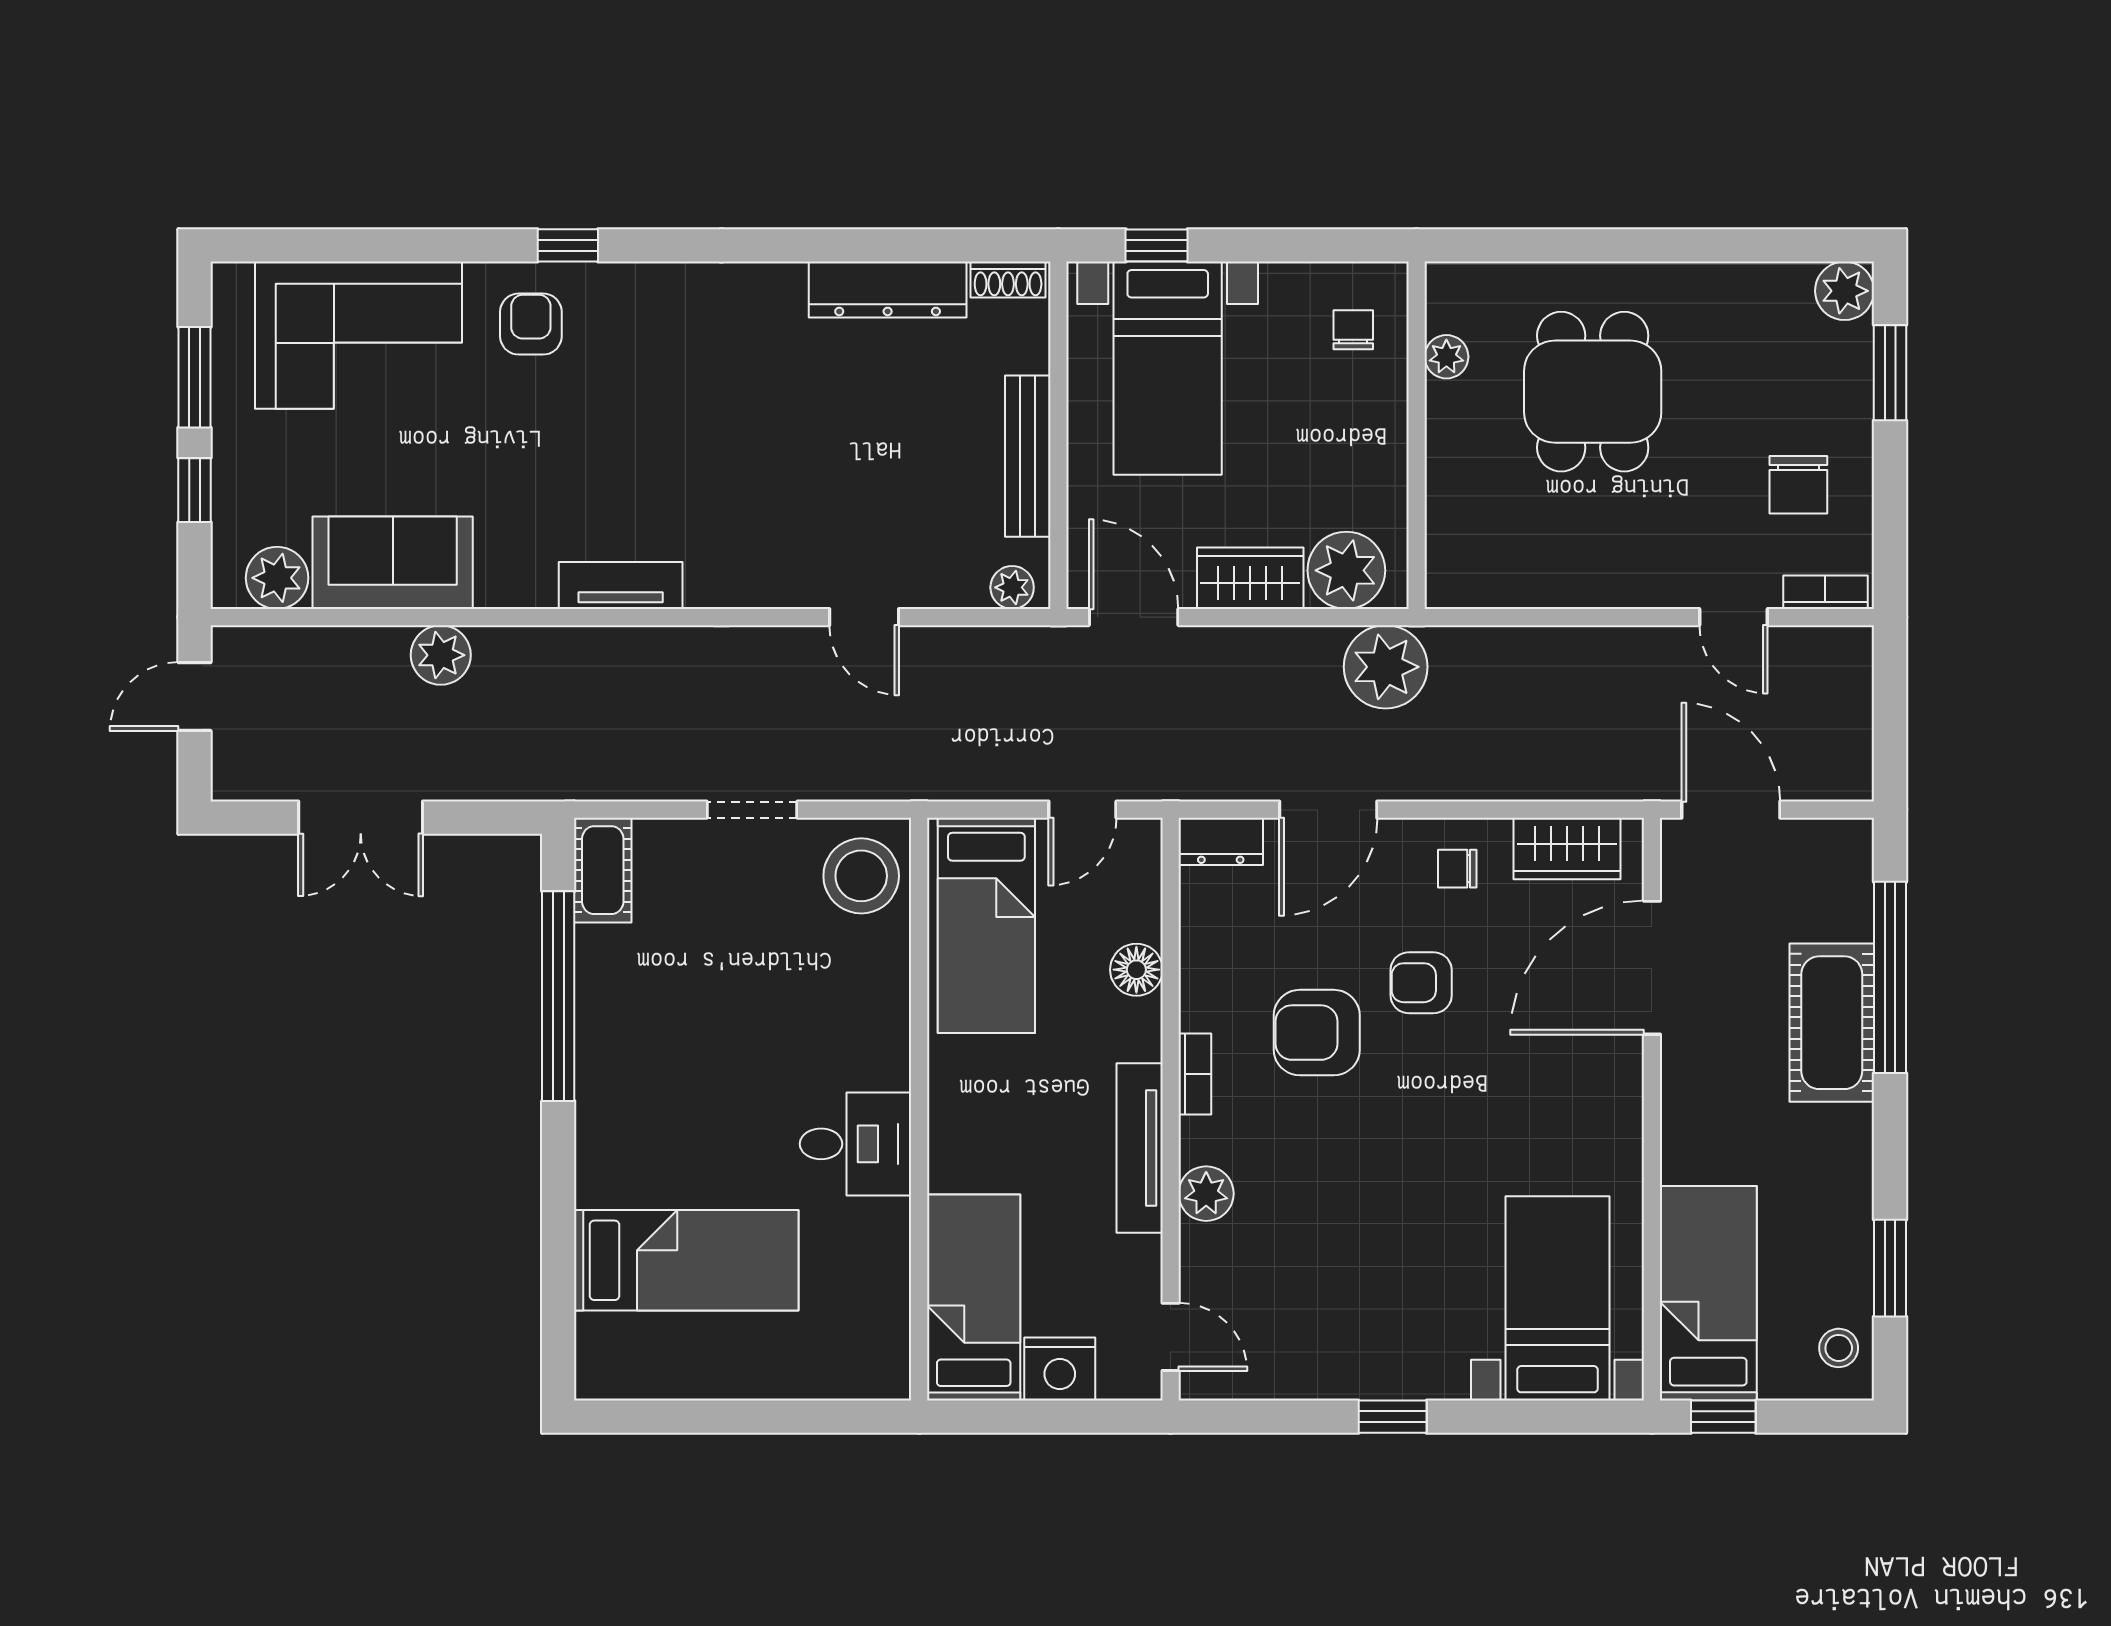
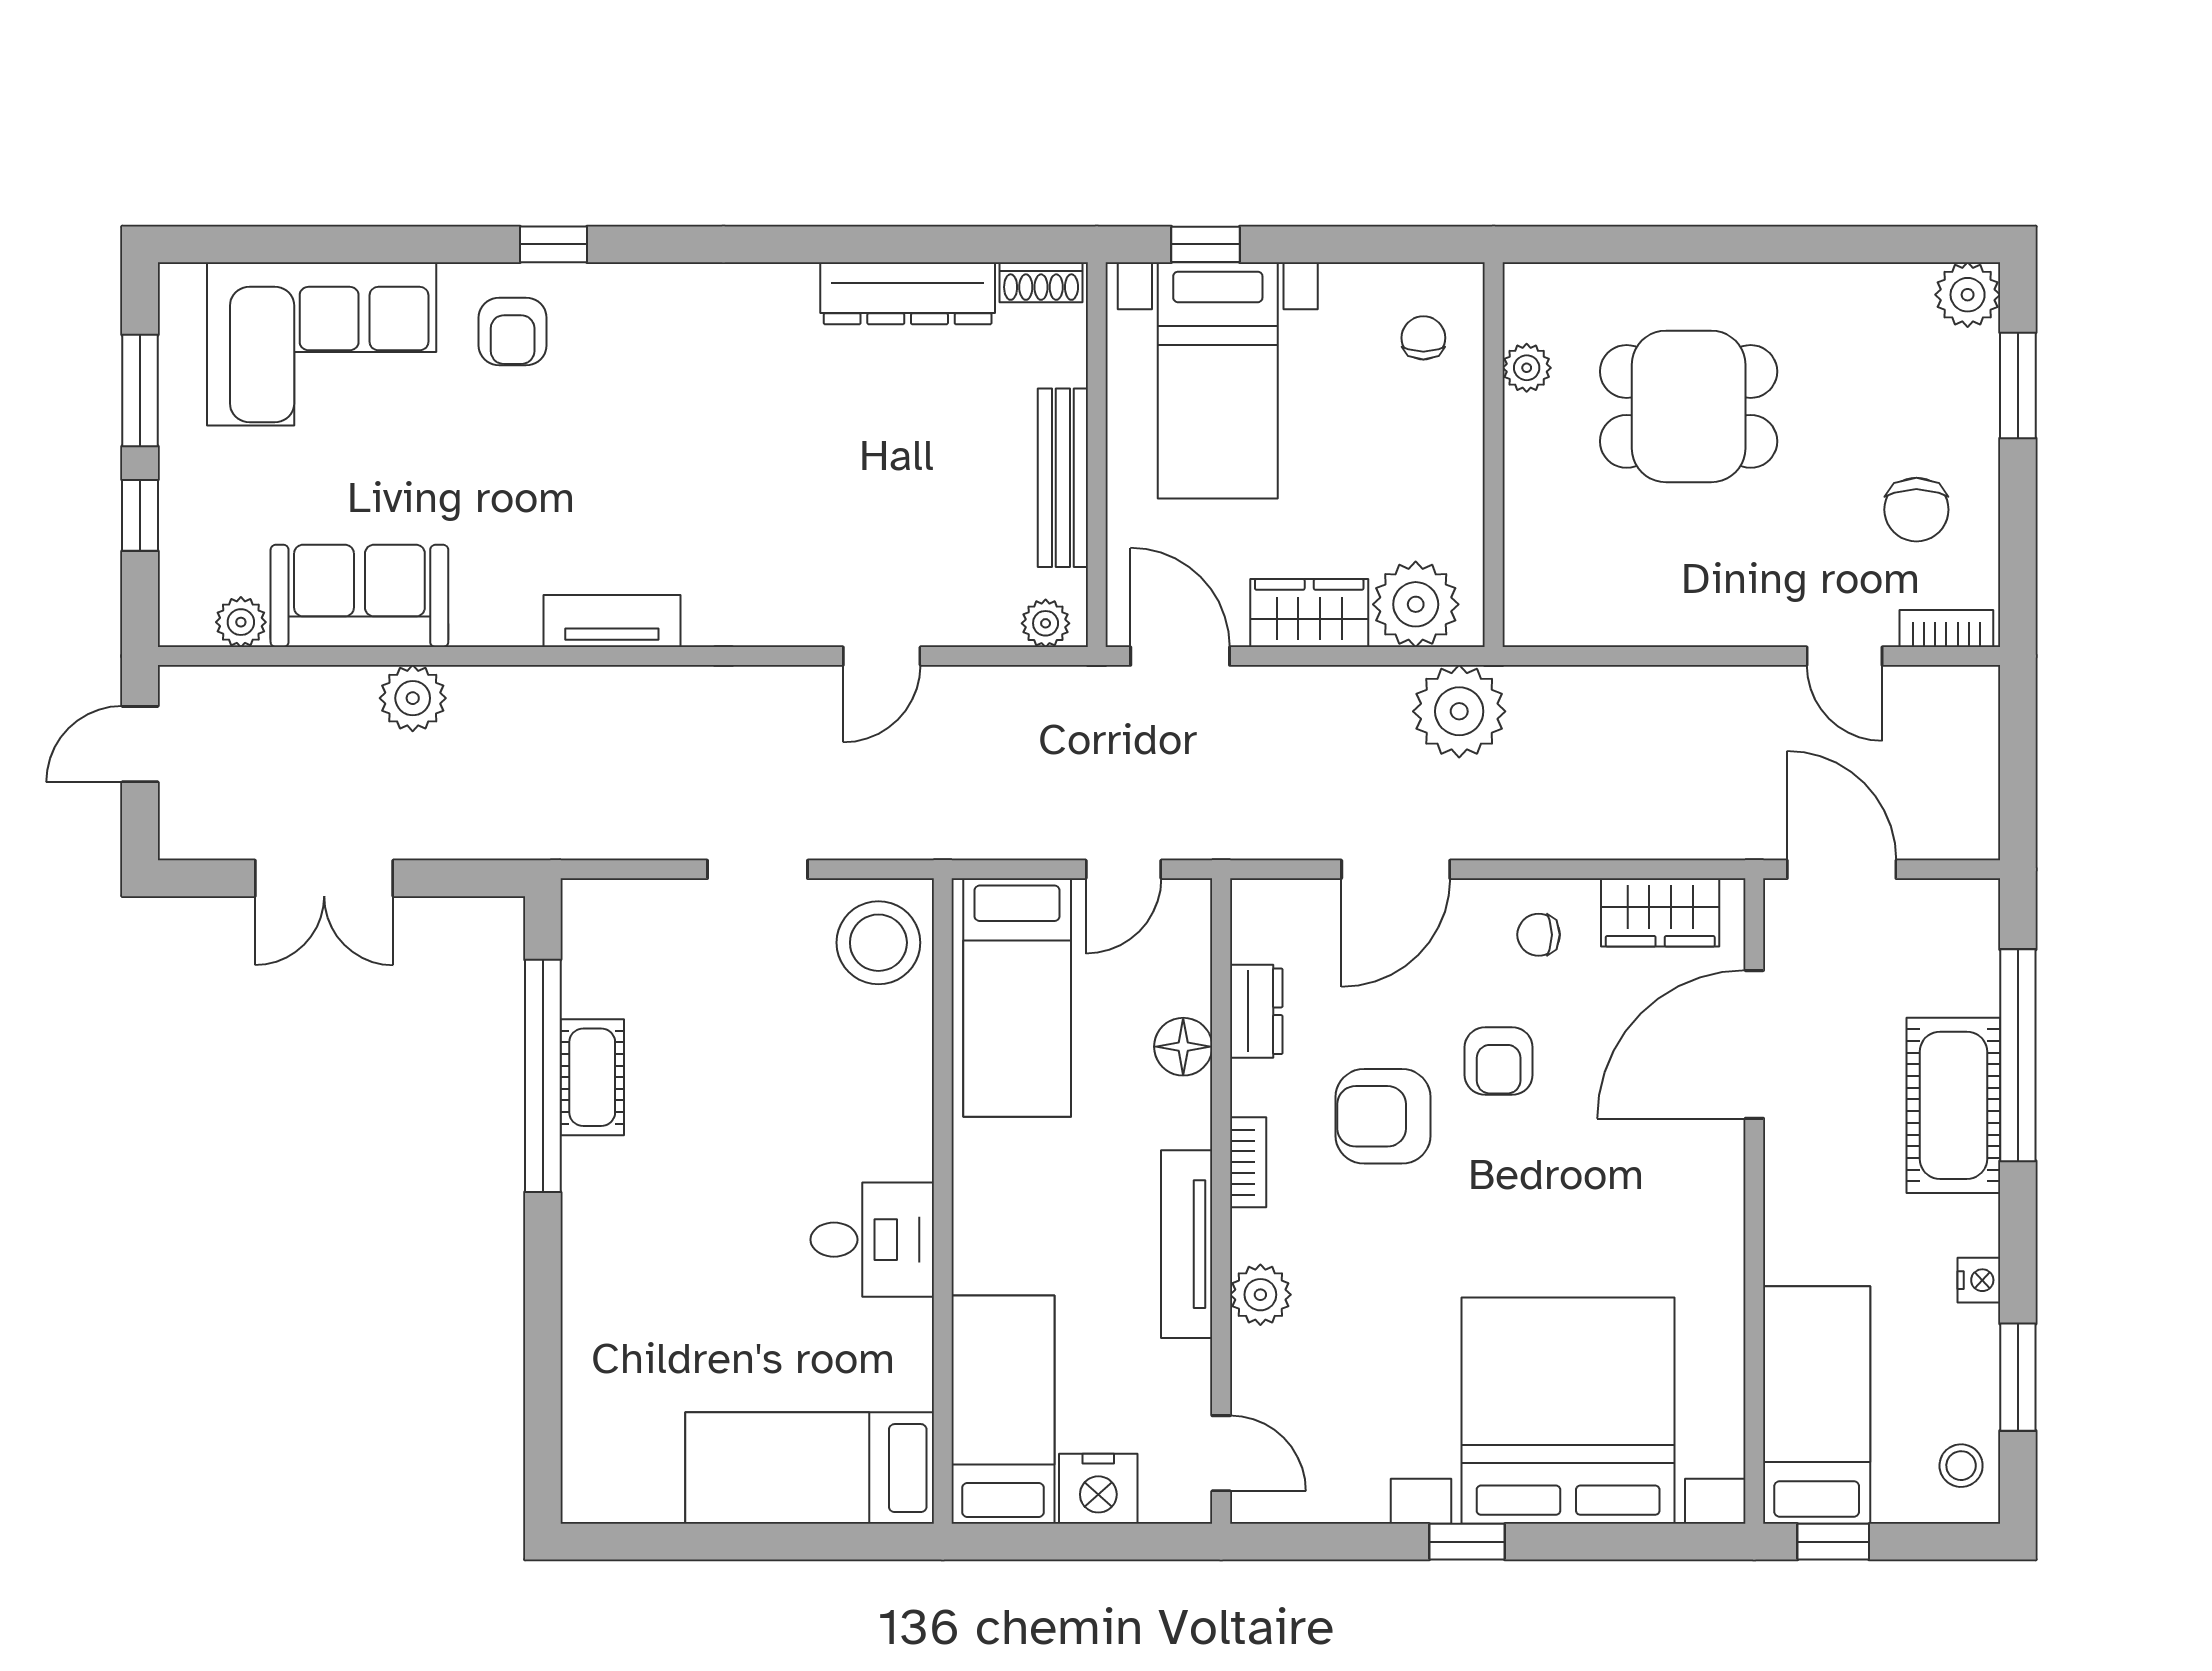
armchair: (531, 324) -> (513, 332), turned 180
dining table: (1593, 392) -> (1689, 406), turned 90
plant: (277, 578) -> (241, 622), width x0.73, depth x0.73
door: (864, 617) -> (882, 656), hinge flipped
dresser: (1221, 841) -> (1256, 1011), moved, turned -90
cot: (603, 870) -> (592, 1077), moved
armchair: (1421, 983) -> (1499, 1061), turned -90
nightstand: (1855, 1181) -> (1979, 1280), added
bed: (686, 1260) -> (810, 1468), moved, turned 180
bed with nightstands: (1558, 1298) -> (1568, 1411), width x1.85

